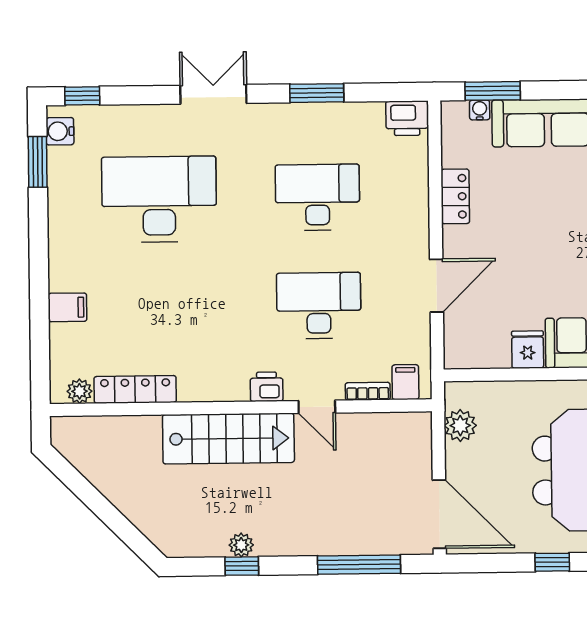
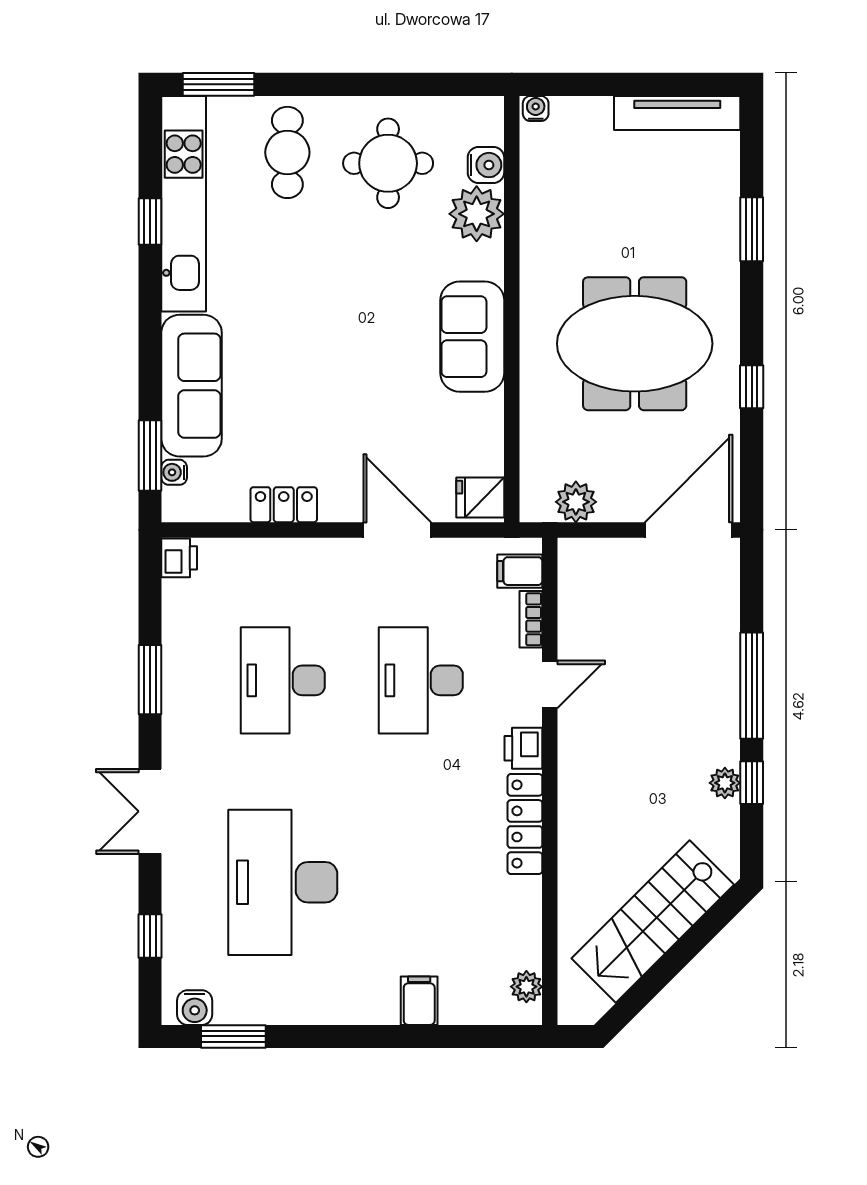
window: (82, 96) -> (150, 936), moved
printer: (407, 118) -> (179, 558), width x0.73, depth x0.81
fridge: (528, 350) -> (480, 498), moved
locker: (135, 389) -> (525, 824), moved
stairs: (228, 439) -> (653, 921), moved, turned -135
window: (359, 565) -> (752, 686), moved

